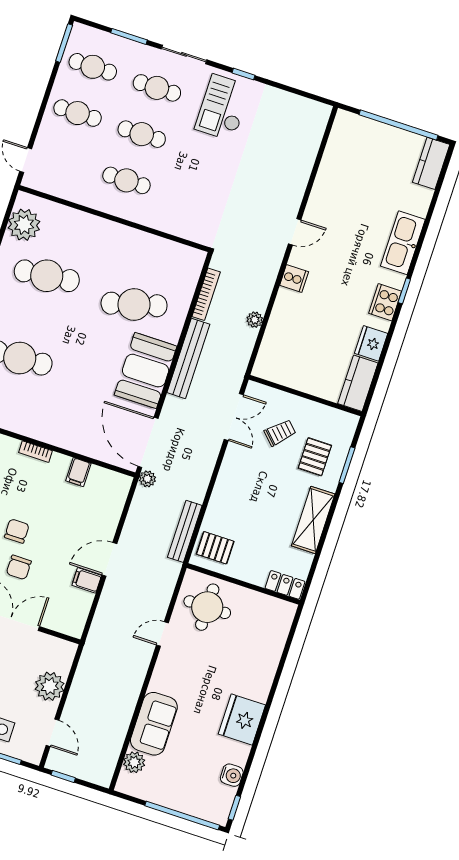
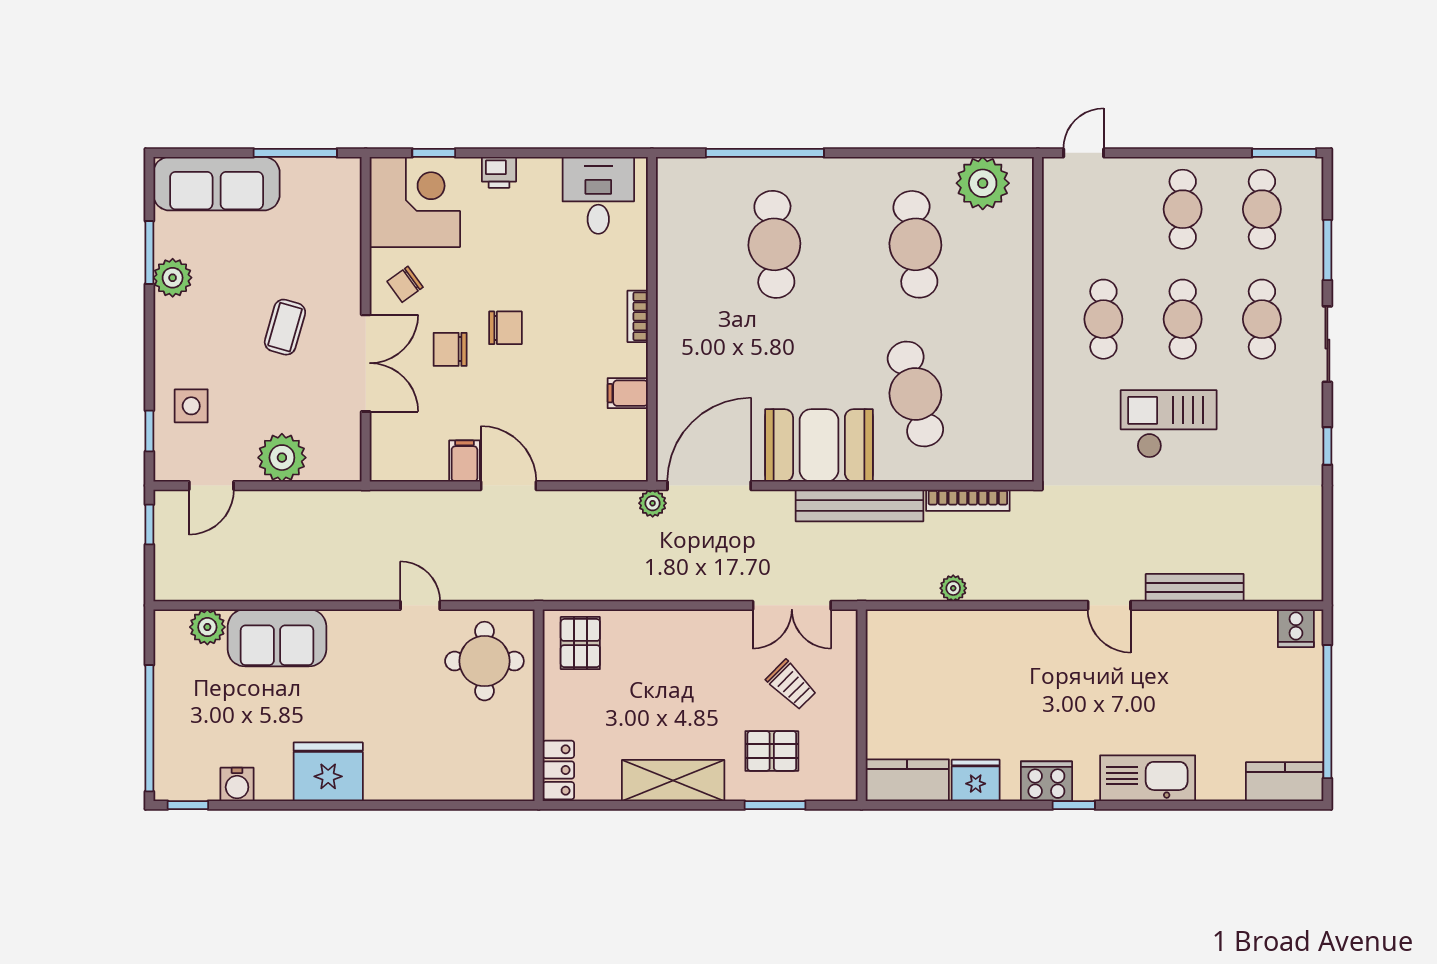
checkout: (223, 108) -> (1169, 424), moved
cooker: (294, 278) -> (1296, 628), moved
bench: (185, 531) -> (1195, 588), moved

